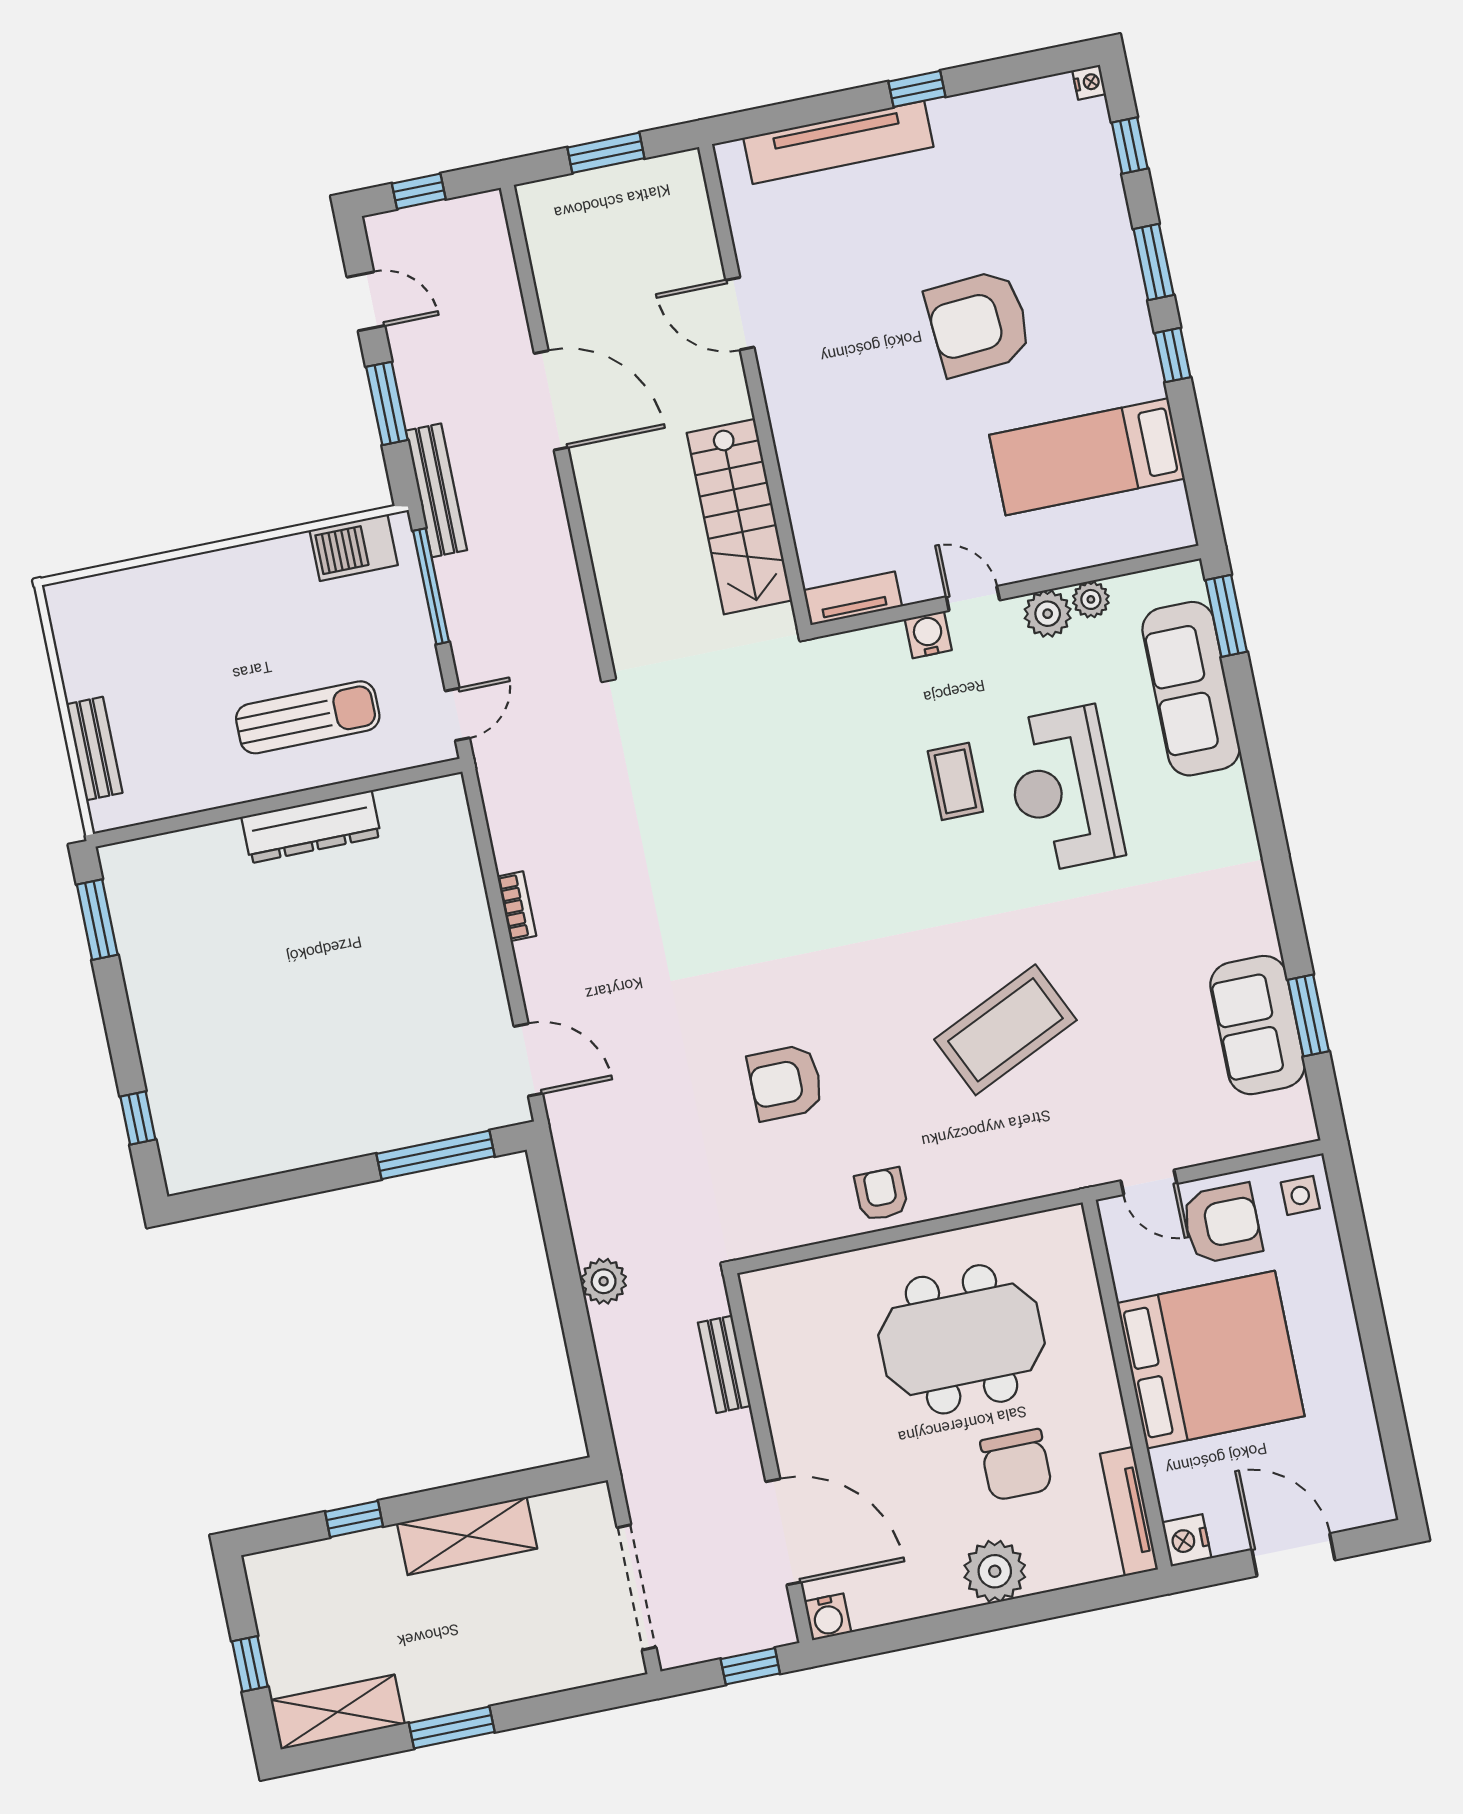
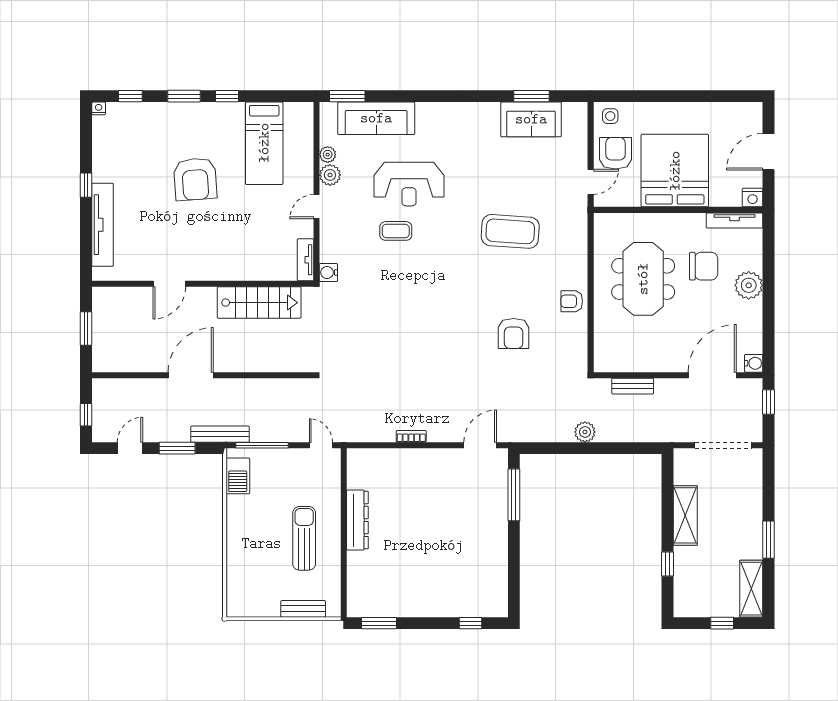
water cooler: (928, 635) -> (328, 272), moved
sun lounger: (308, 717) -> (304, 538), moved
coffee table: (1005, 1030) -> (510, 231), turned -61

